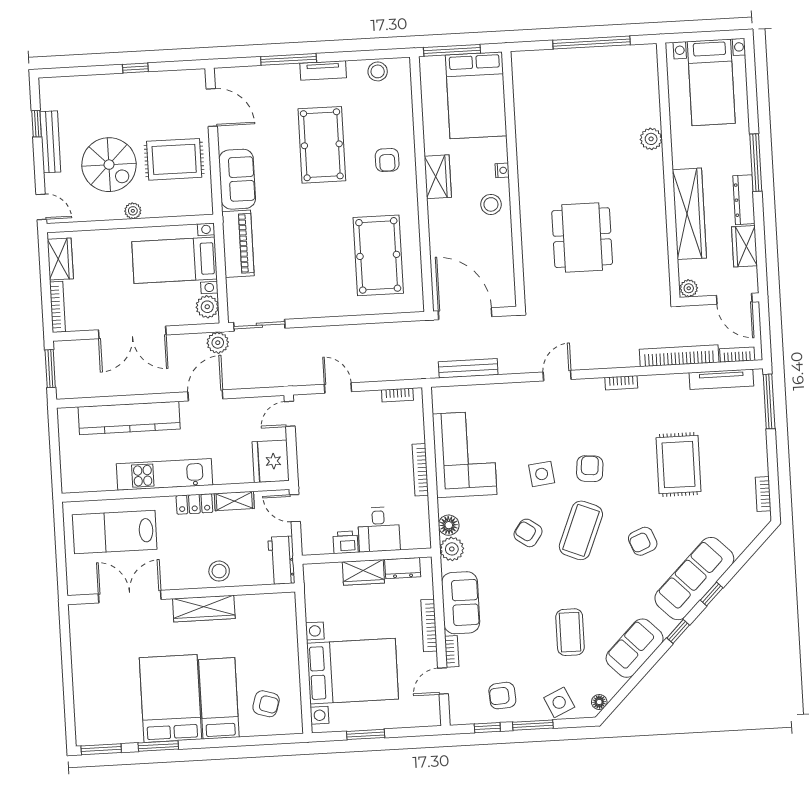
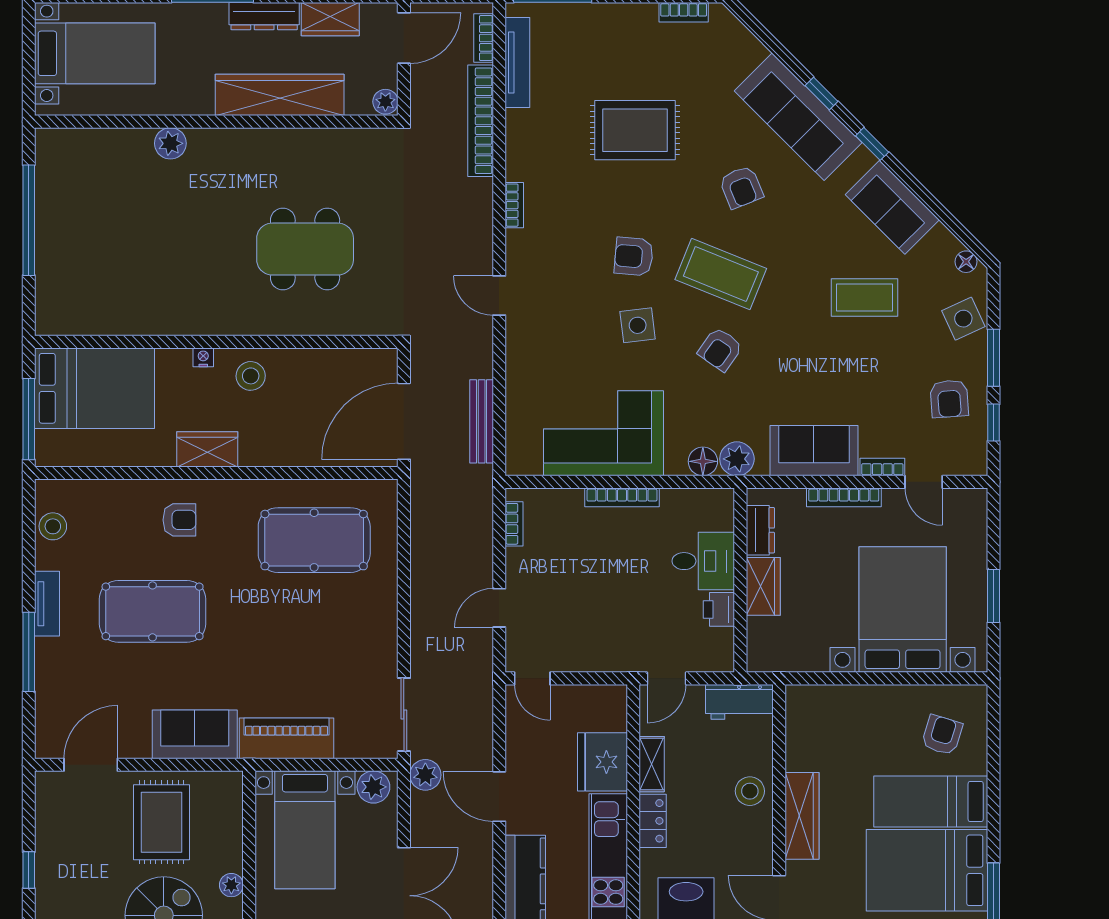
fridge: (271, 461) -> (602, 762), moved, turned 90

